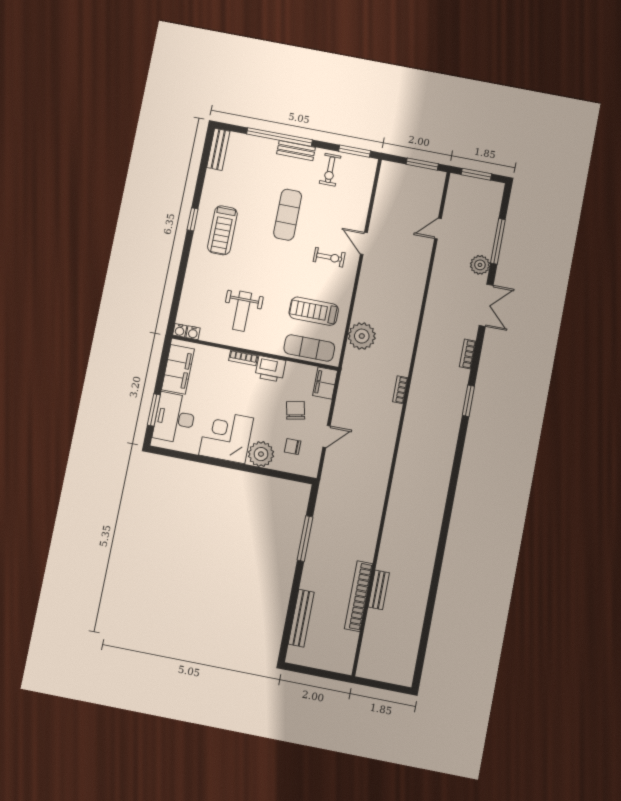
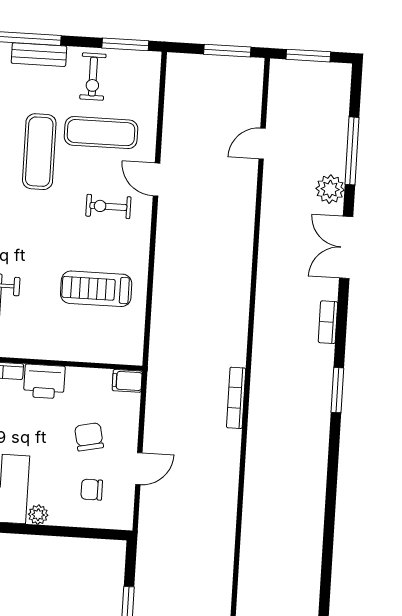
exercise bike: (329, 257) -> (108, 206), turned 180
double door: (486, 305) -> (346, 247), swing flipped
plant: (362, 336) -> (171, 316), removed
exercise mat: (309, 348) -> (101, 133), moved
filing cabinet: (325, 383) -> (127, 381), width x0.50
bookcase: (400, 390) -> (236, 398), width x1.56
plant: (261, 454) -> (38, 515), width x0.53, depth x0.53

